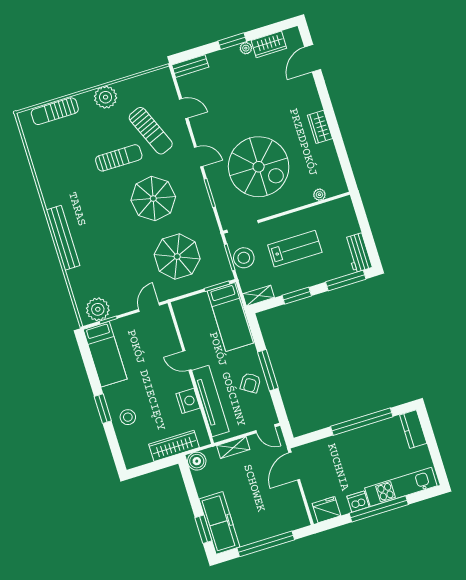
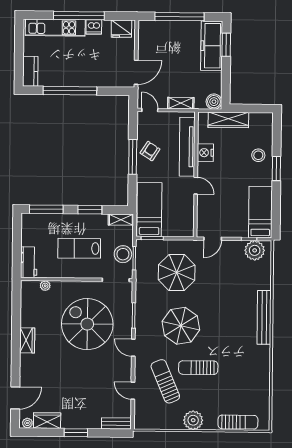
plant: (246, 48) -> (27, 423), moved
workbench: (358, 253) -> (29, 262), moved

